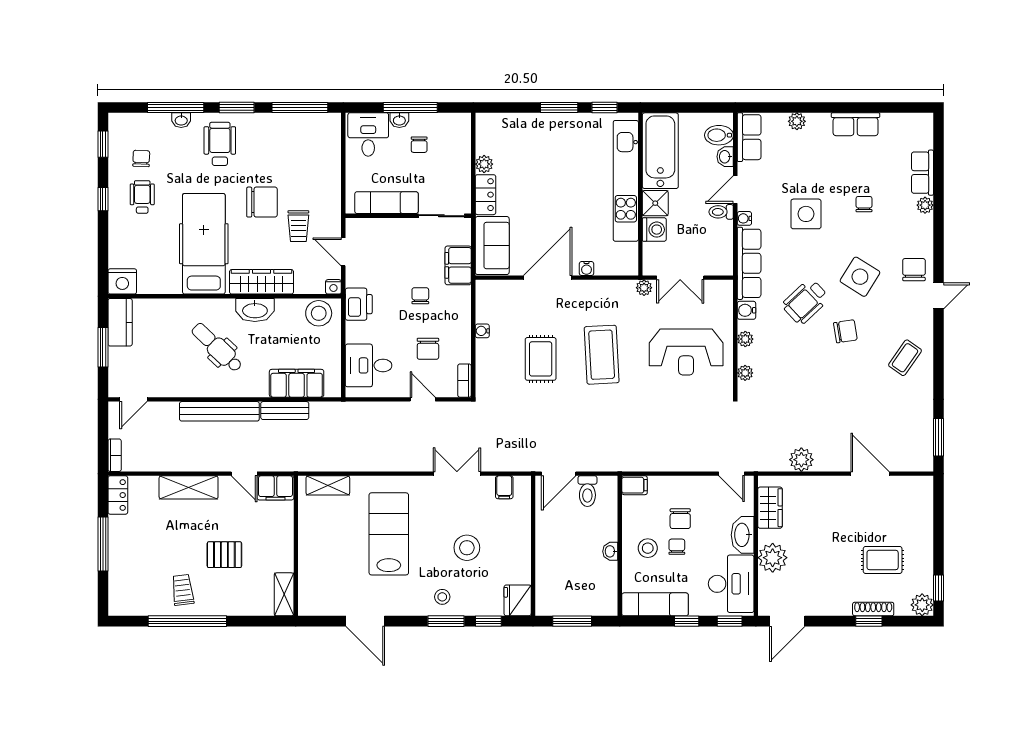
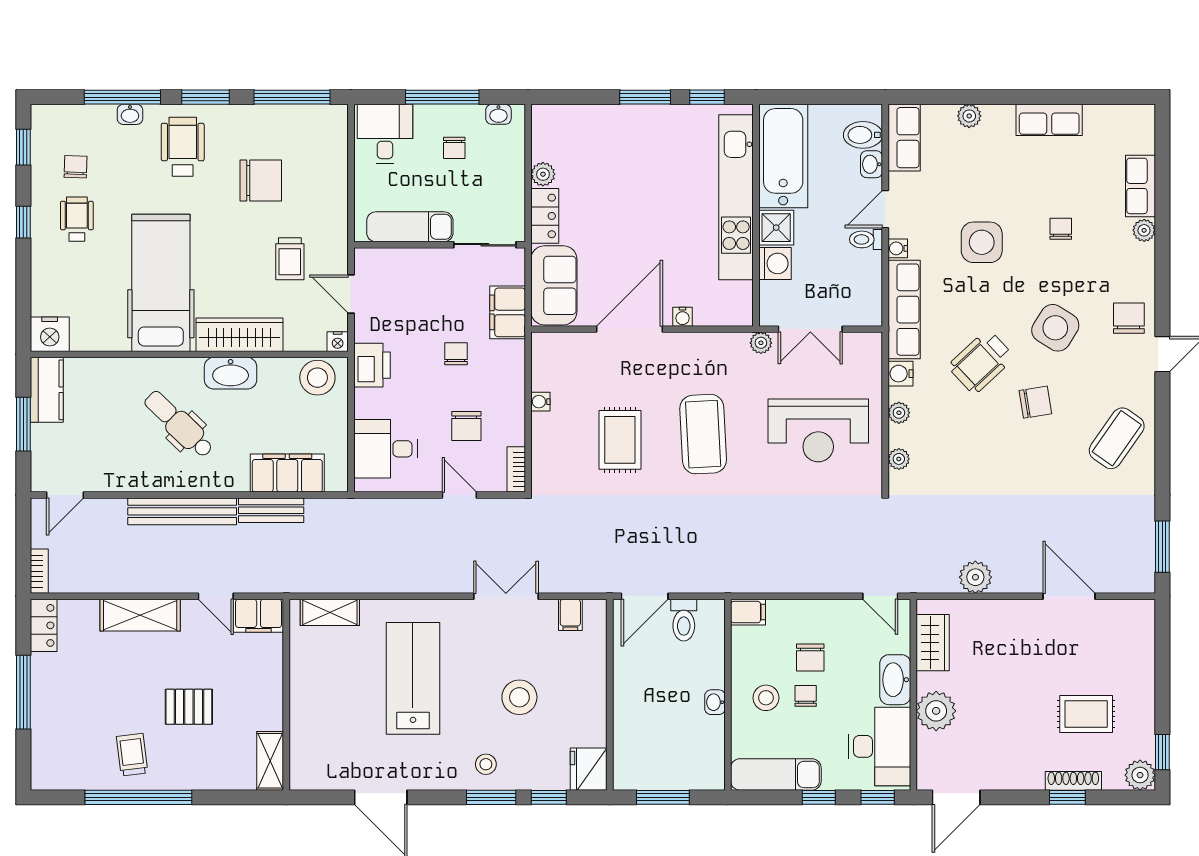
washbasin: (399, 120) -> (498, 114), moved
chair: (262, 202) -> (261, 180), moved
coffee table: (905, 358) -> (1117, 438), width x1.36, depth x1.30

